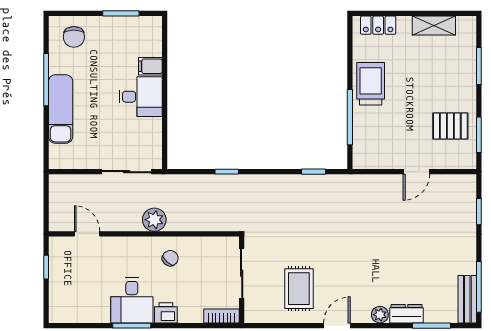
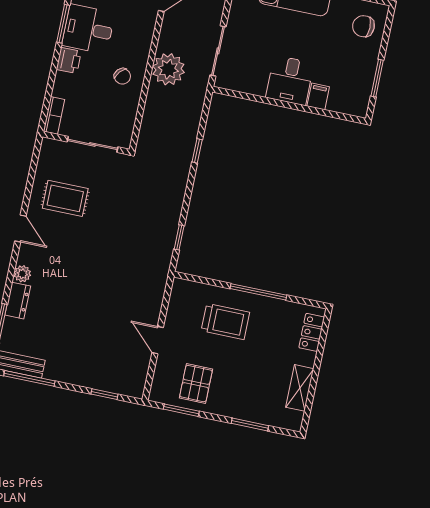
trolley: (371, 84) -> (225, 321), moved
window: (350, 117) -> (258, 292), moved
plant: (154, 220) -> (168, 69), width x1.36, depth x1.36

